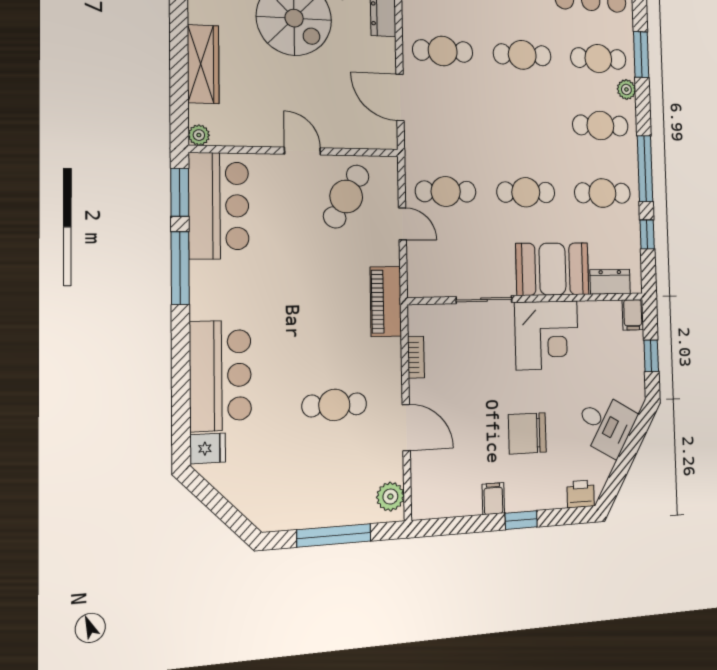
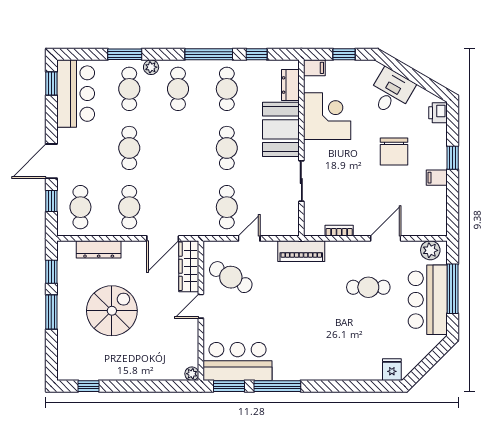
wardrobe: (203, 64) -> (189, 266), moved, turned -90
corner desk: (547, 335) -> (327, 116), moved
bar counter: (220, 376) -> (428, 300), moved, turned -90
cafe table: (334, 405) -> (368, 287), turned 90

